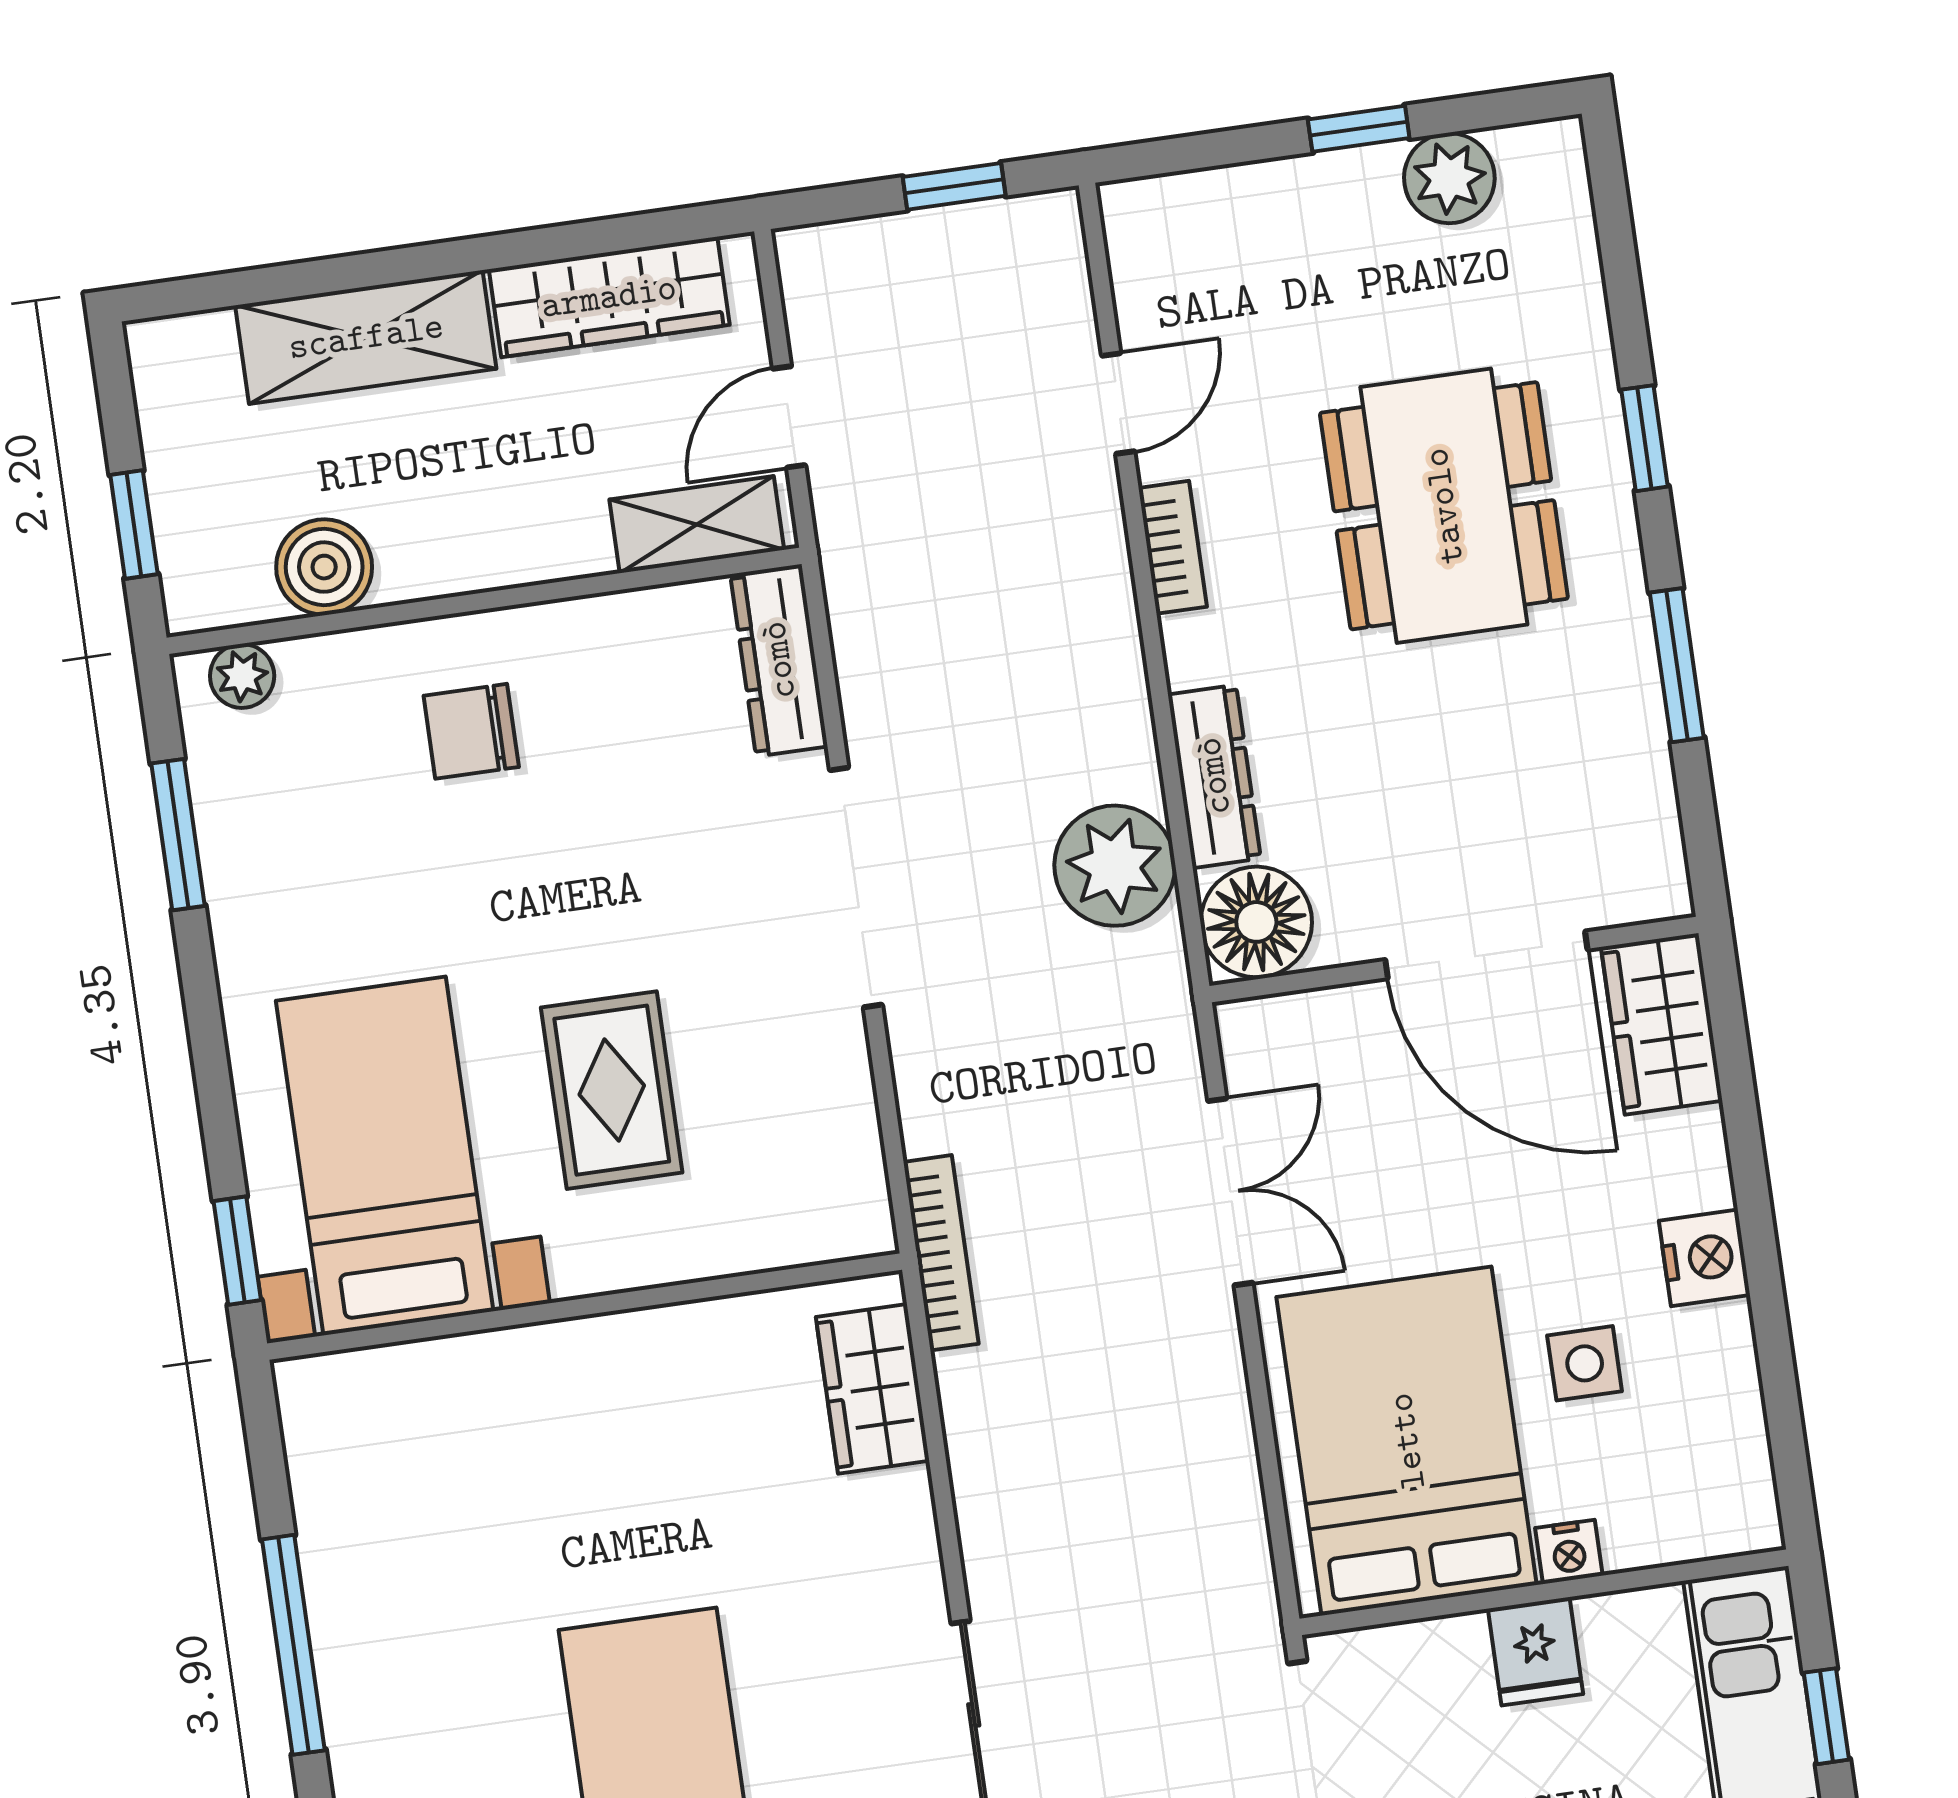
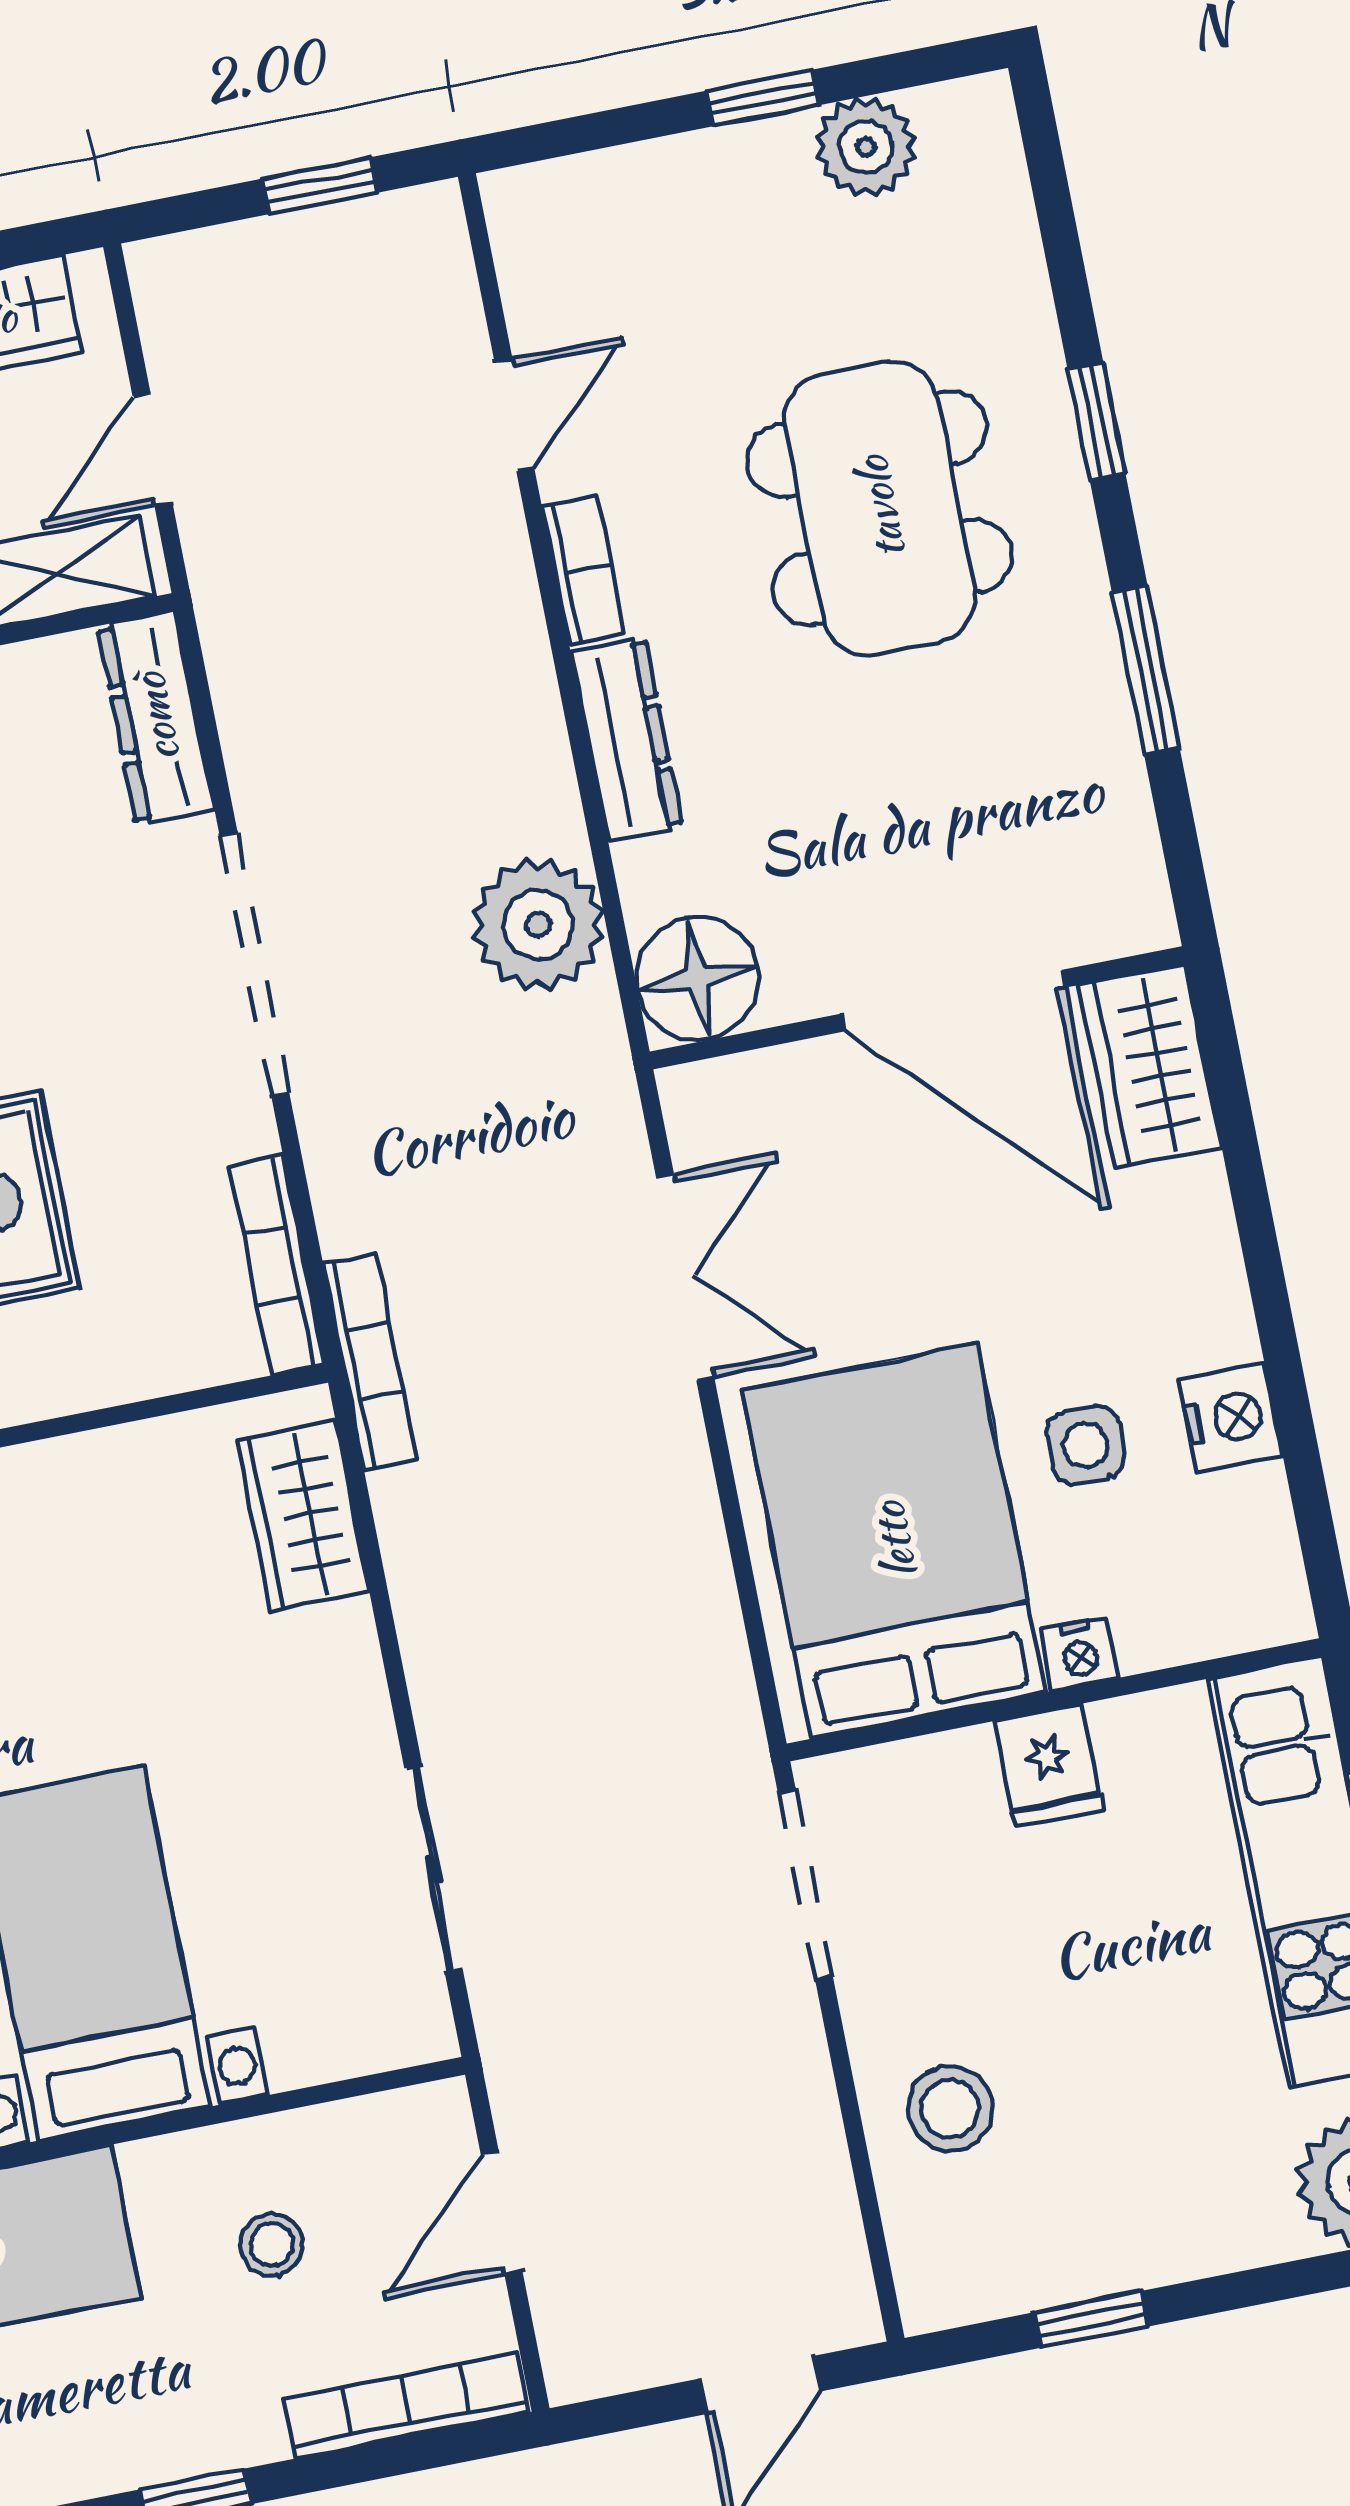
dresser: (1214, 776) -> (627, 740), moved
bookcase: (862, 1161) -> (277, 1265), added
nightstand: (1704, 1258) -> (1231, 1418), moved

